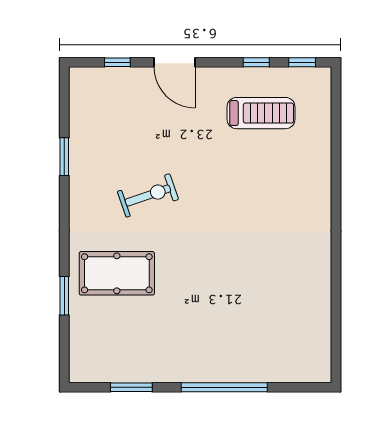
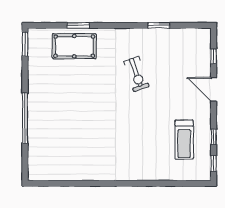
door: (174, 62) -> (214, 89), hinge flipped
pool table: (117, 273) -> (74, 46), moved, turned 90
window: (131, 387) -> (25, 44), moved

